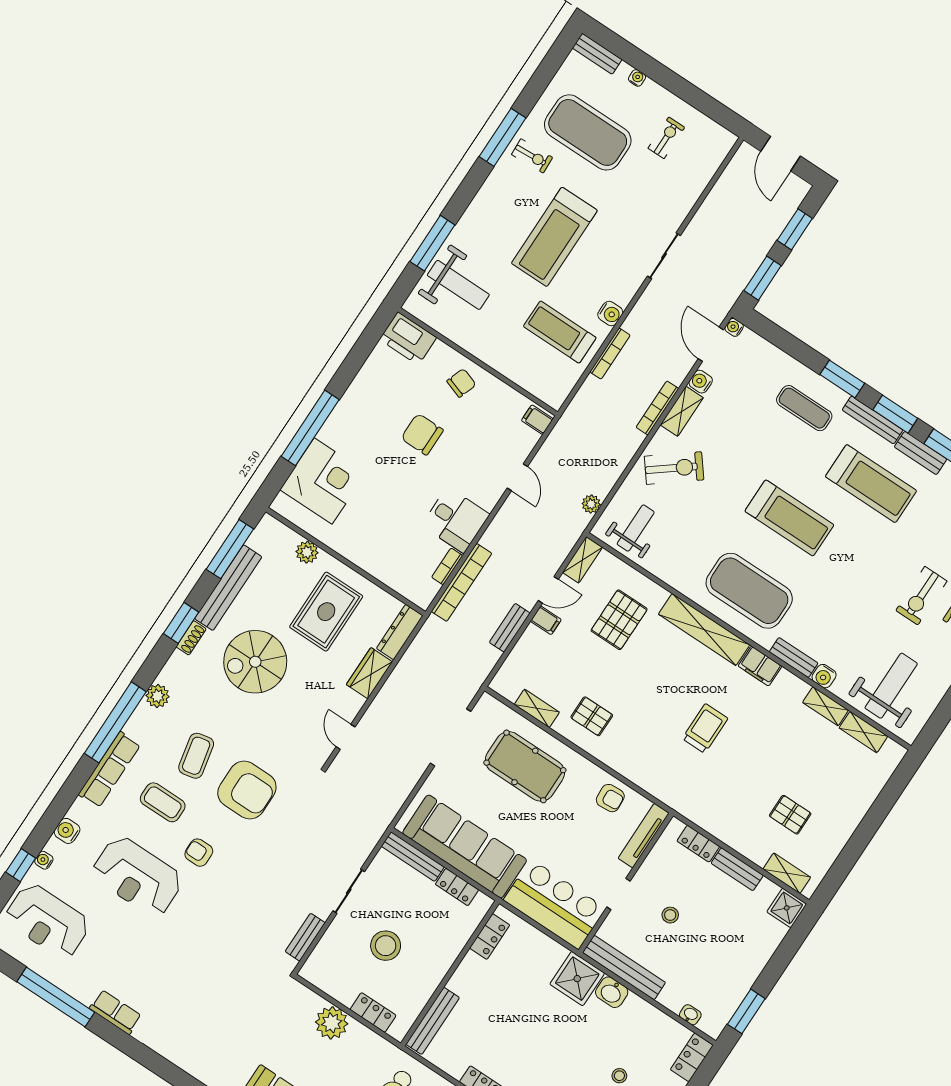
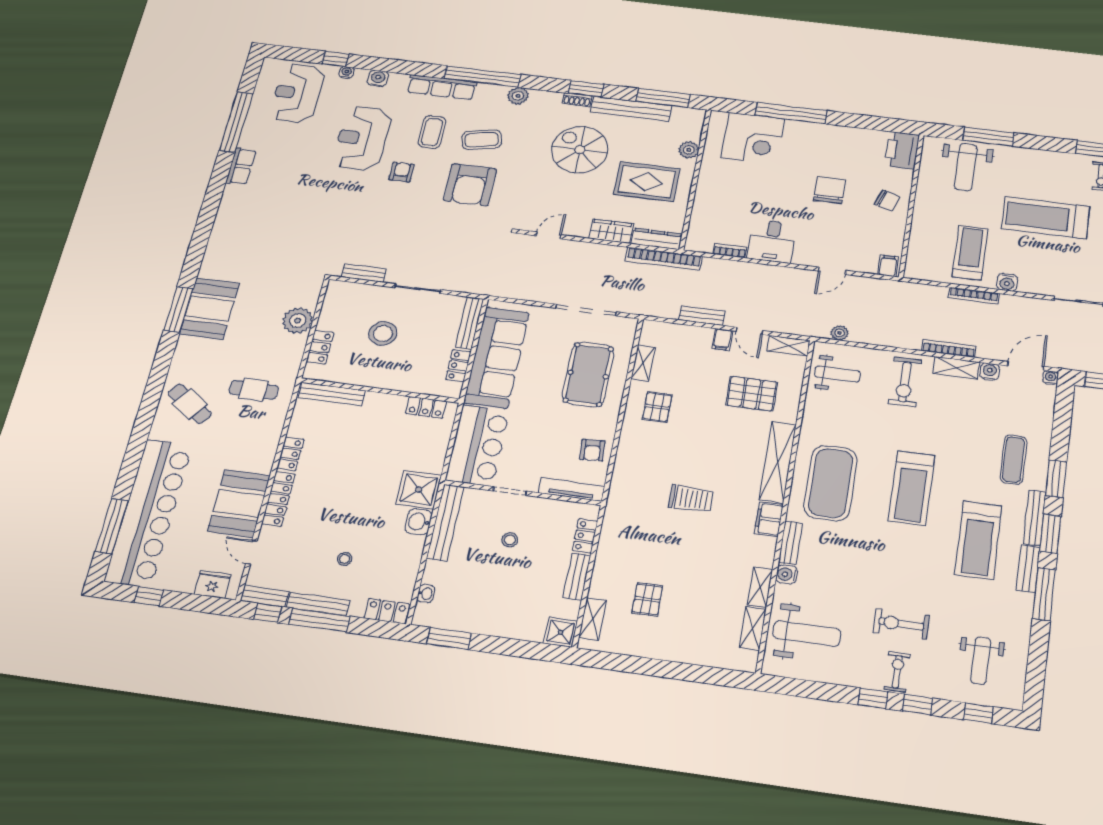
exercise bike: (674, 468) -> (905, 382), turned 38
bookcase: (462, 582) -> (664, 259), moved

